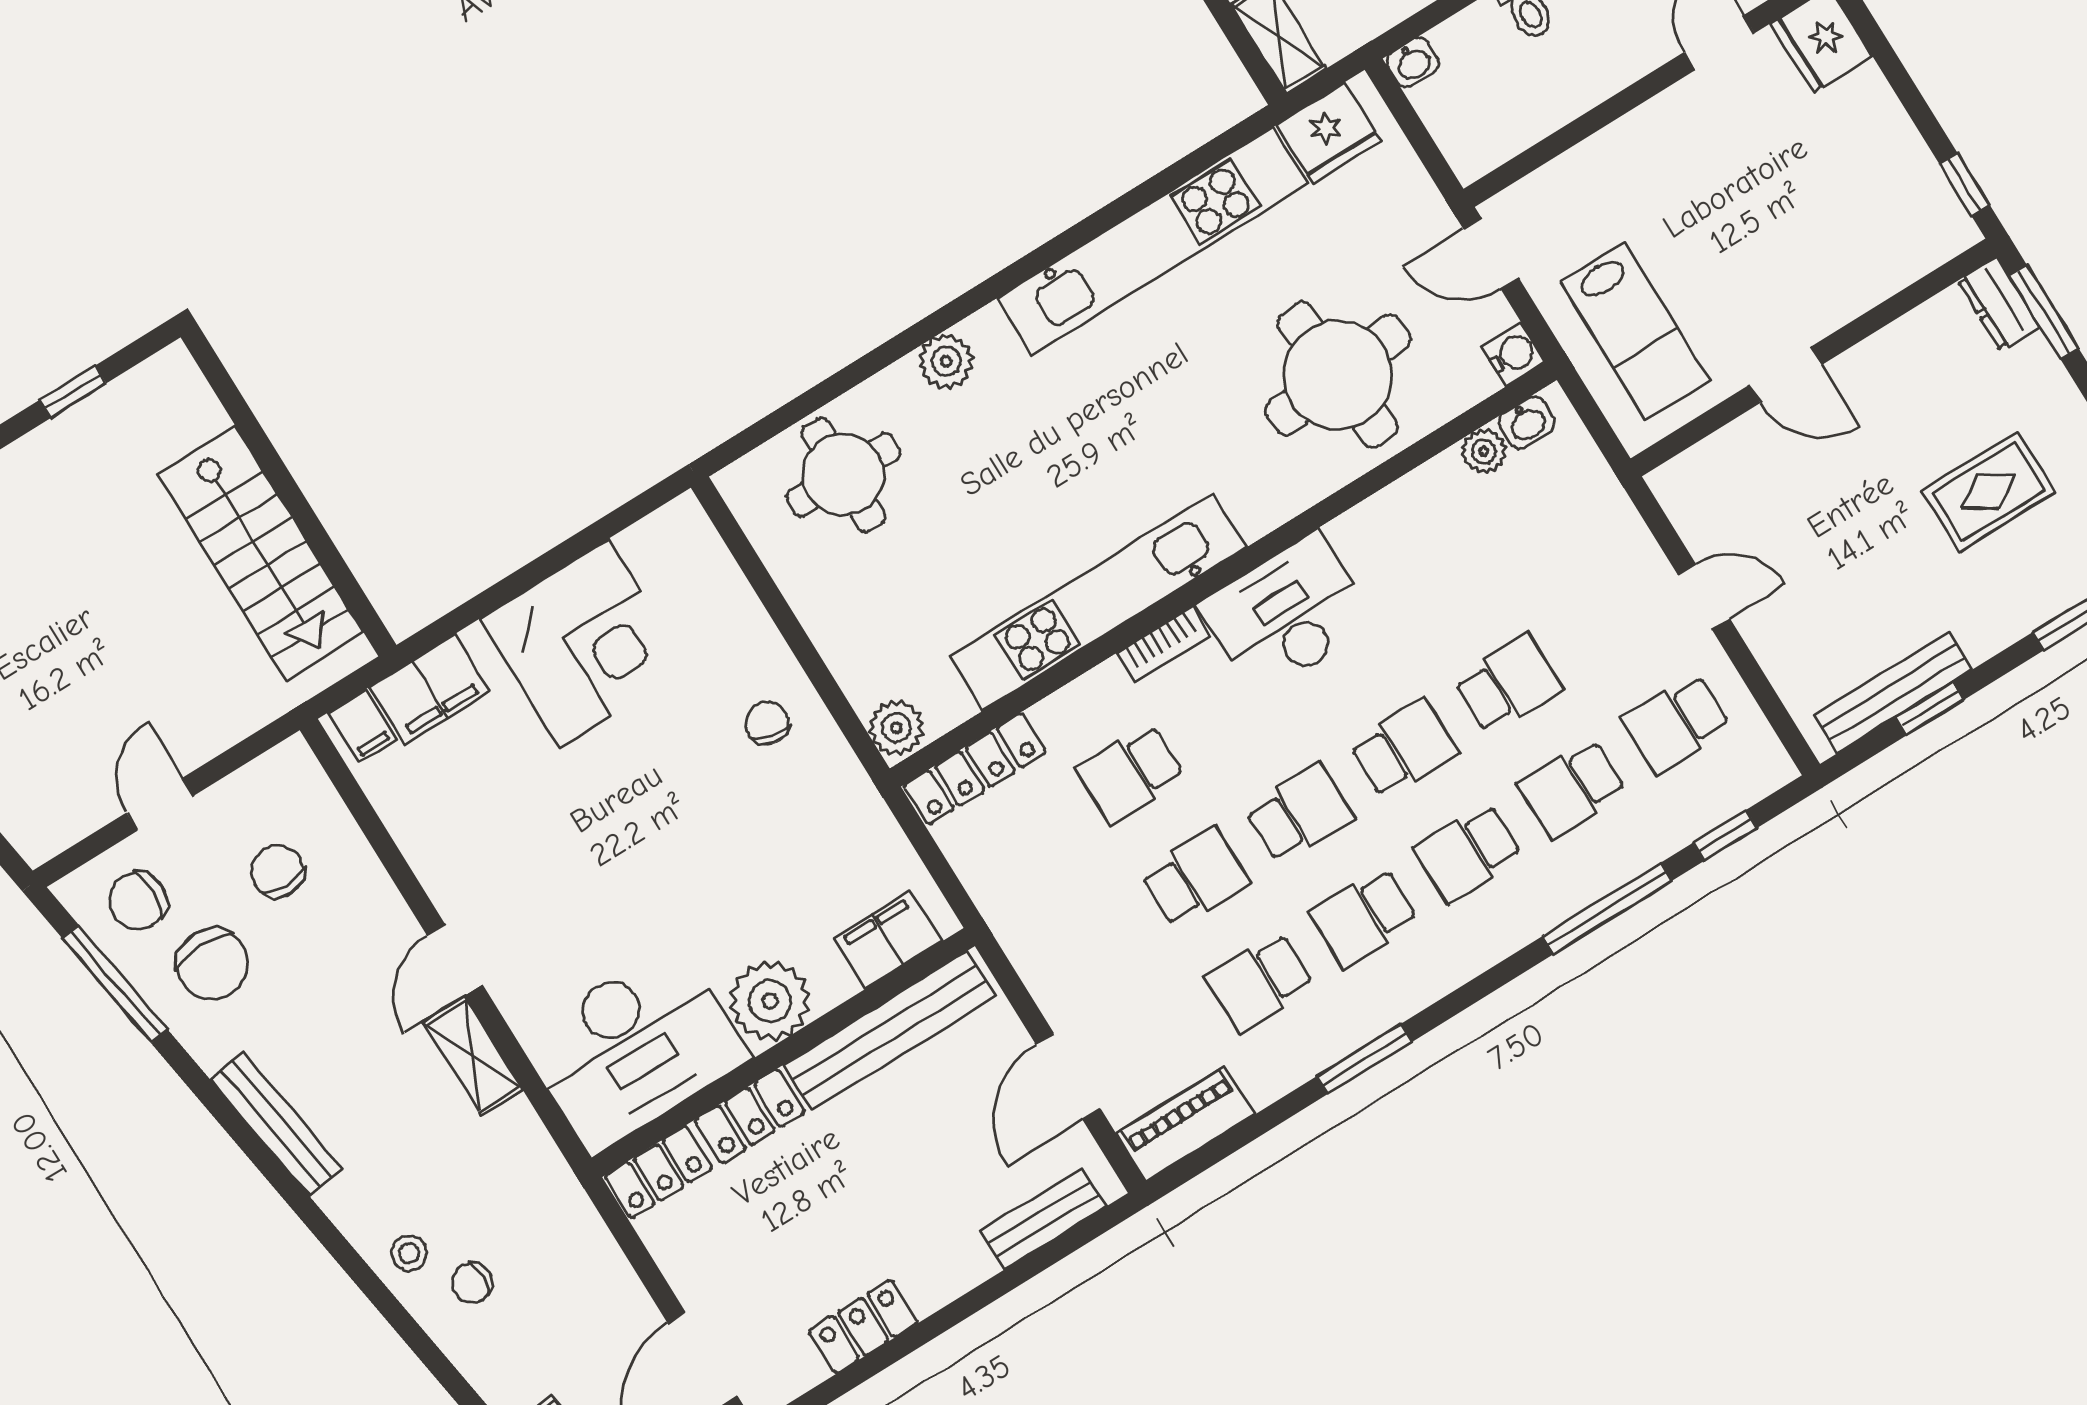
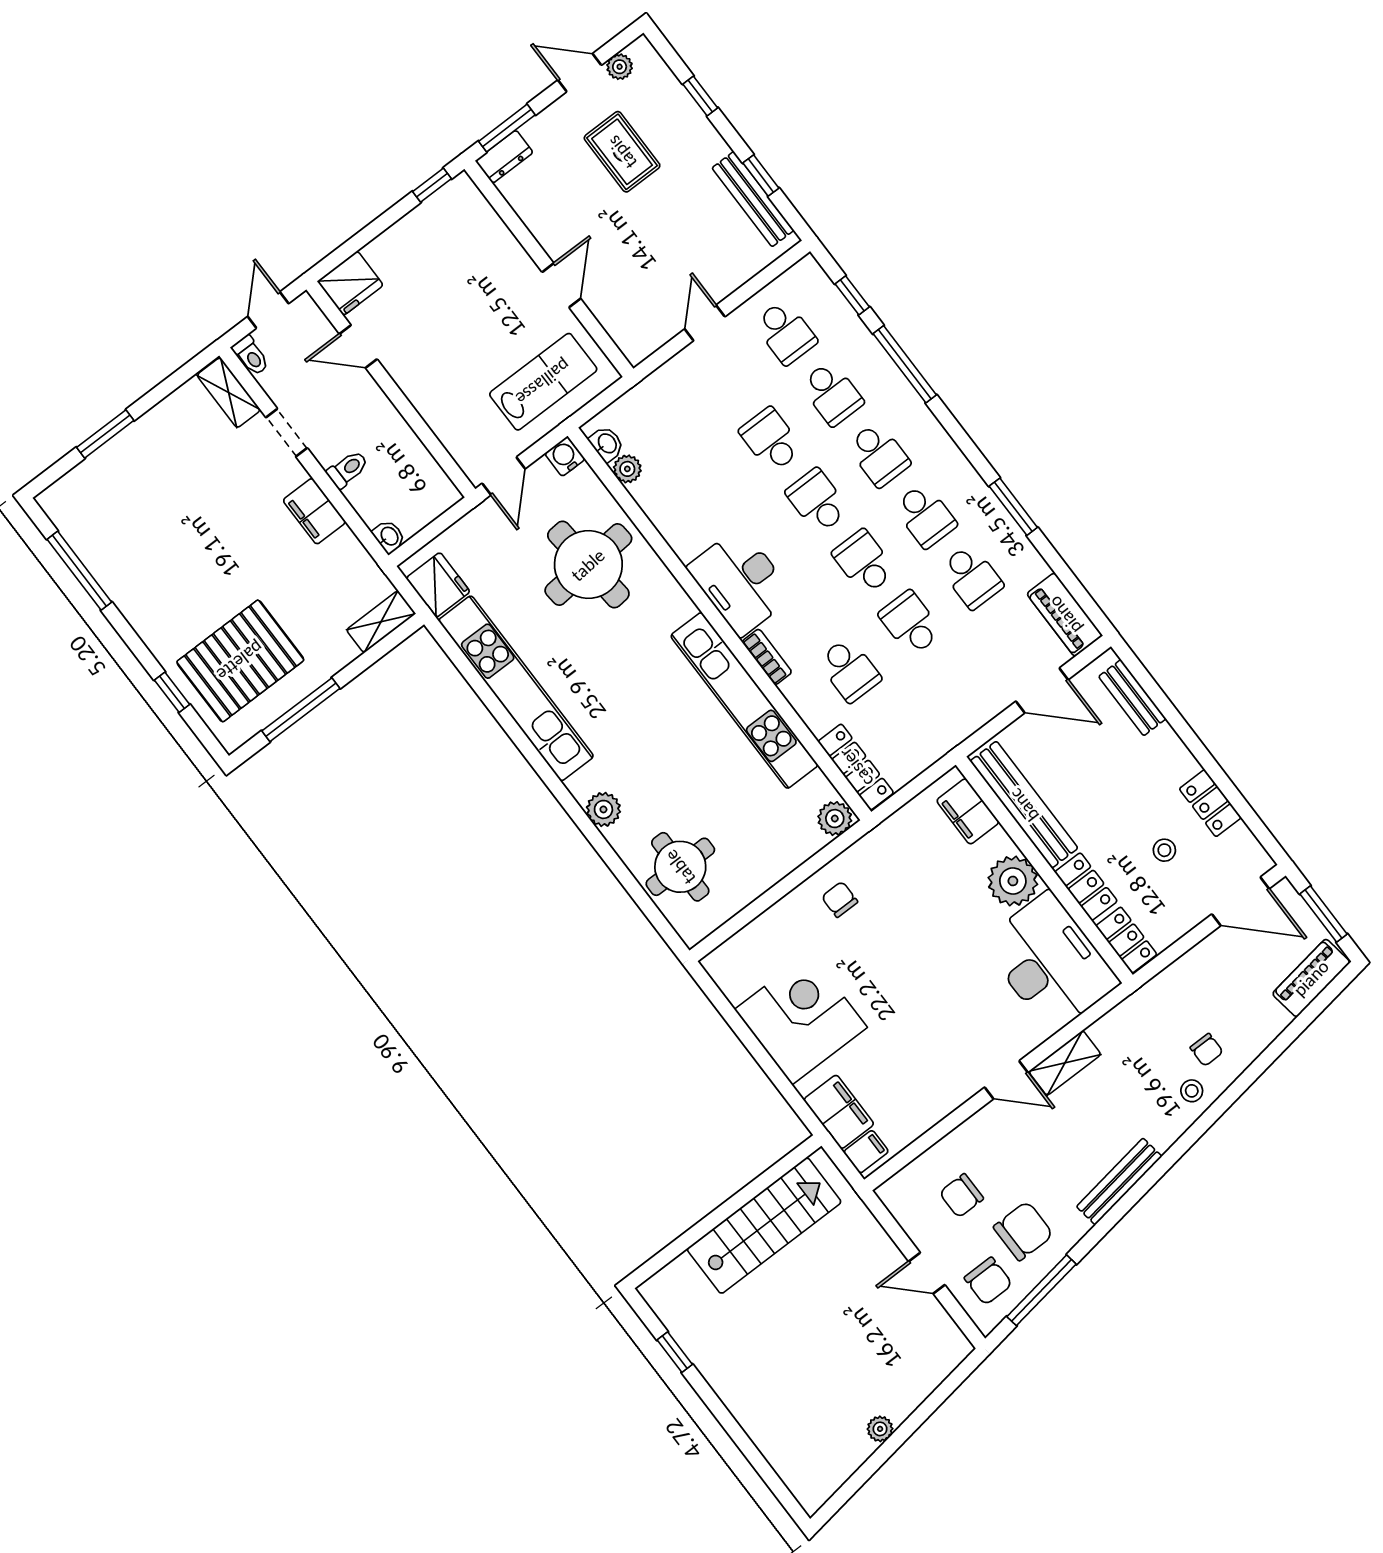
chair: (767, 723) -> (840, 899), turned 77
stool: (796, 1246) -> (1164, 850), added

